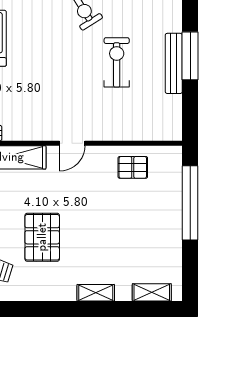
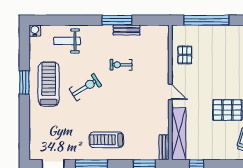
exercise bike: (117, 62) -> (121, 65), width x0.73, depth x0.72
bench: (174, 63) -> (127, 30), width x0.73

